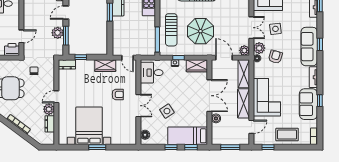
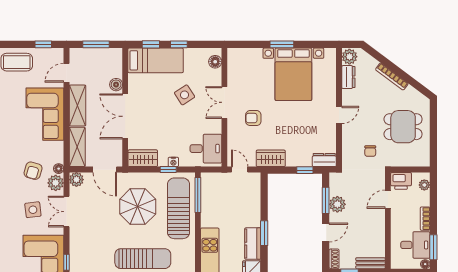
sun lounger: (171, 30) -> (179, 208), width x1.36, depth x1.34
plant: (49, 109) -> (349, 57), moved

